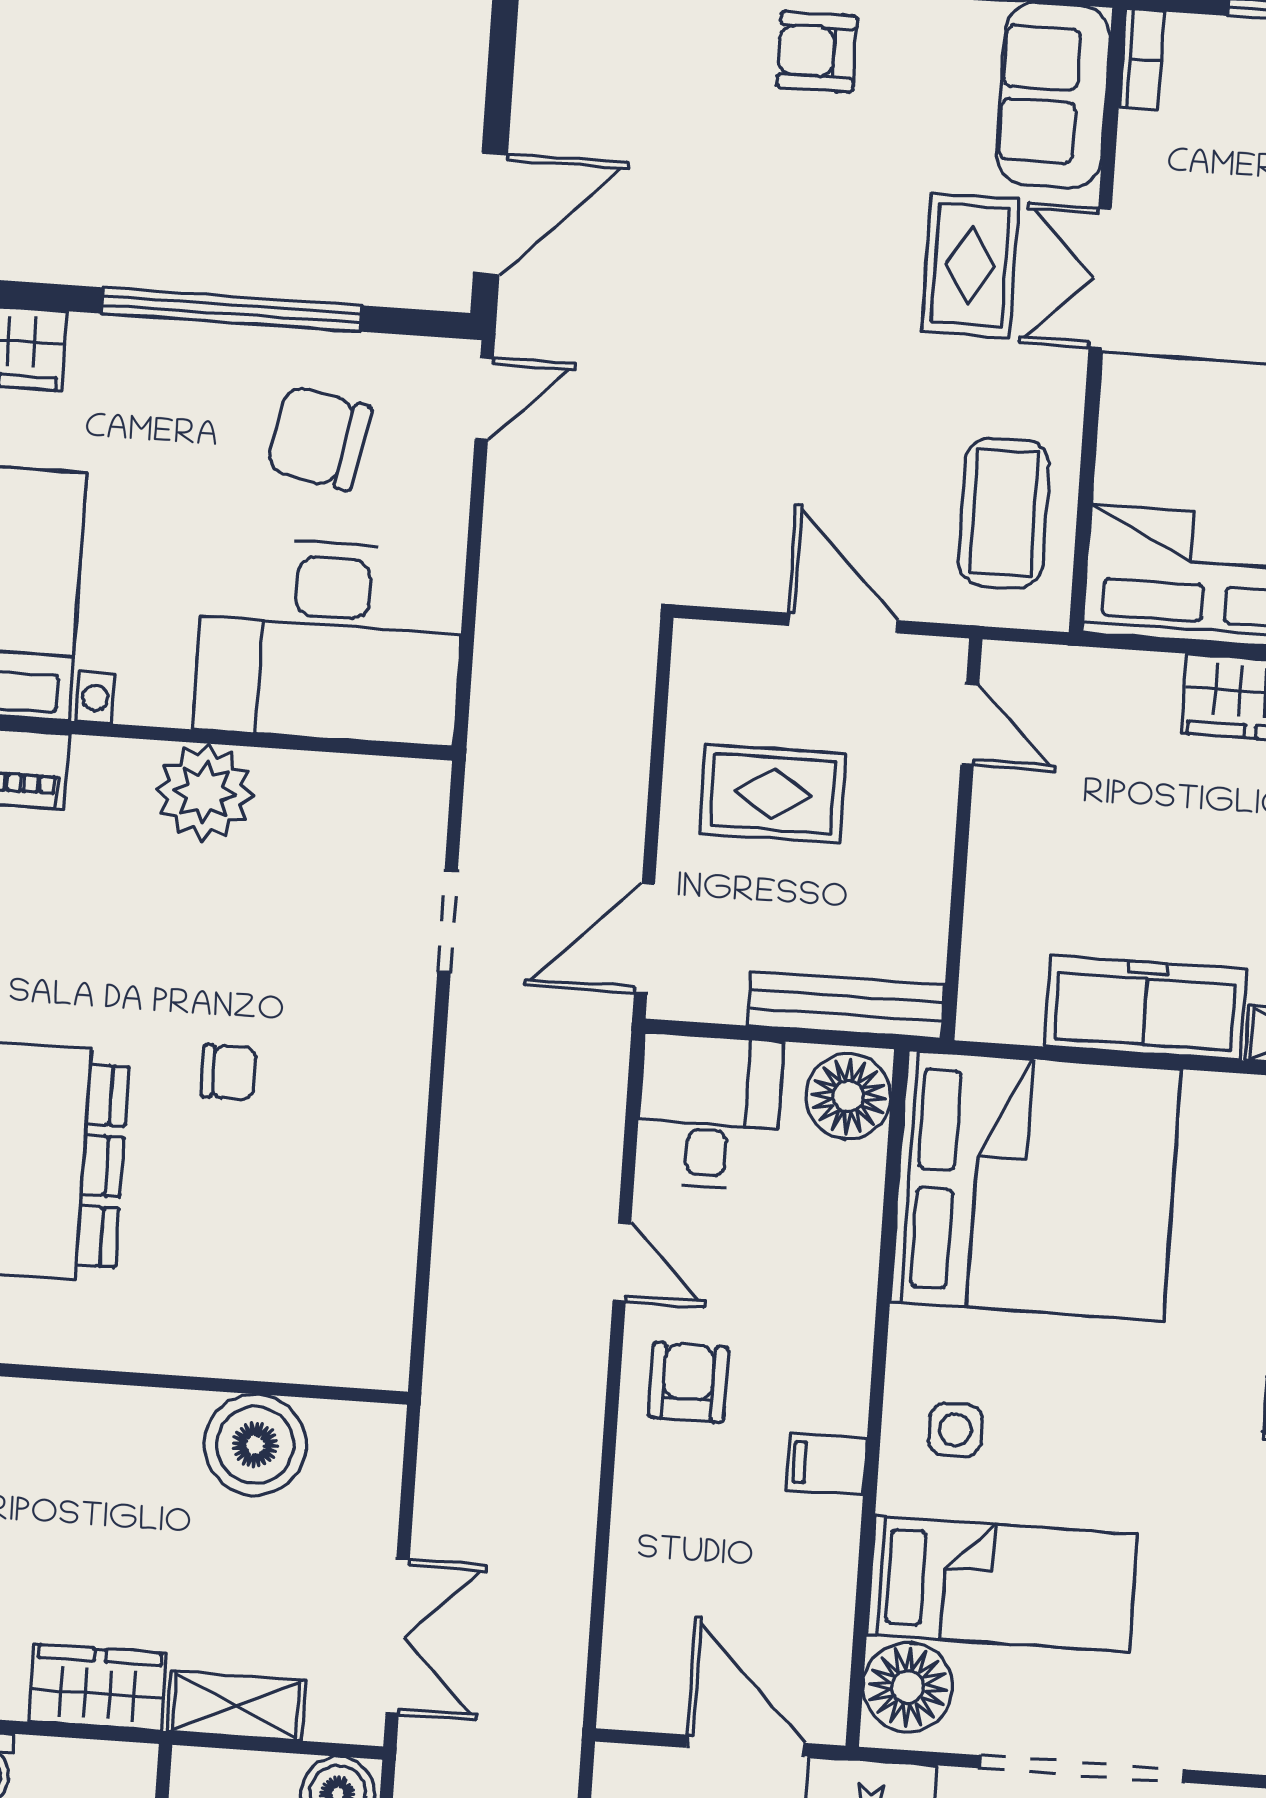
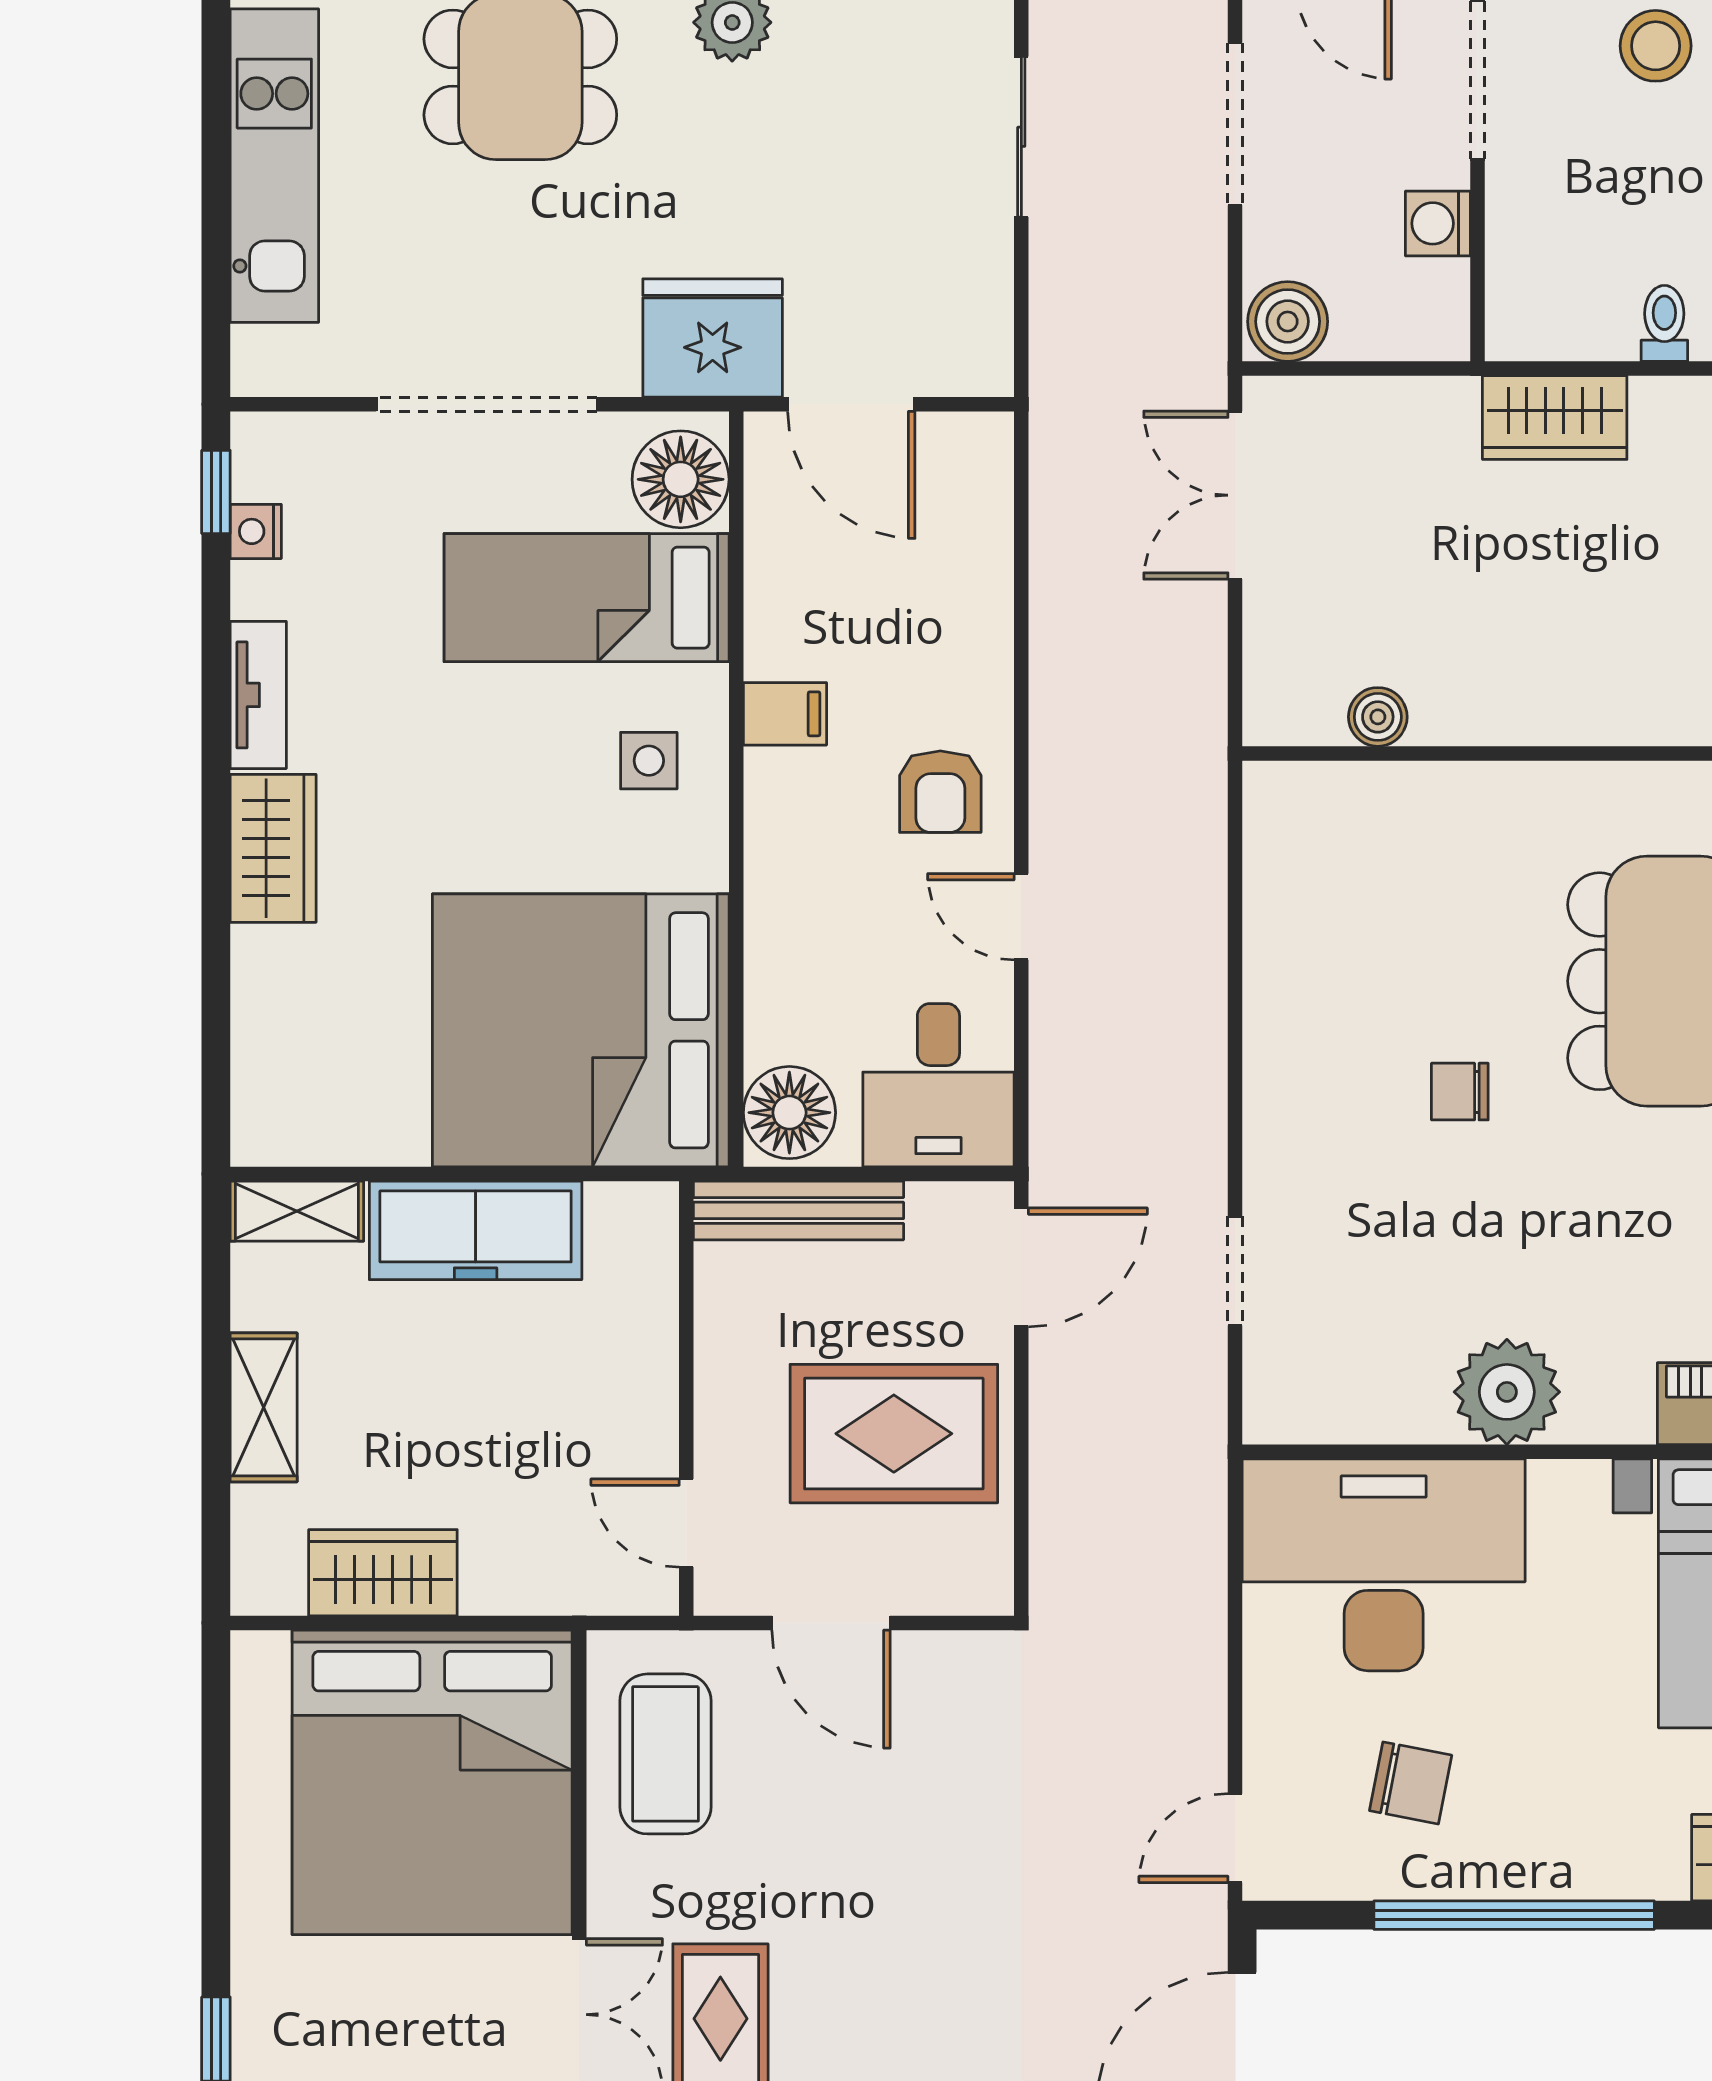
chair: (319, 438) -> (1411, 1783), width x0.73, depth x0.73
rug: (773, 794) -> (894, 1434), width x1.36, depth x1.43
boiler: (255, 1445) -> (1378, 717), width x0.54, depth x0.54
shelving: (236, 1706) -> (1404, 408), removed

